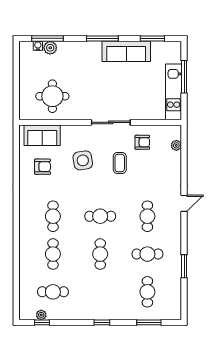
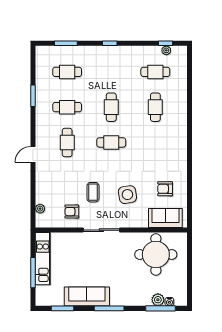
round table: (52, 96) -> (156, 254), width x1.36, depth x1.36
cafe table: (53, 216) -> (155, 142), removed
cafe table: (147, 292) -> (67, 72), turned 90

